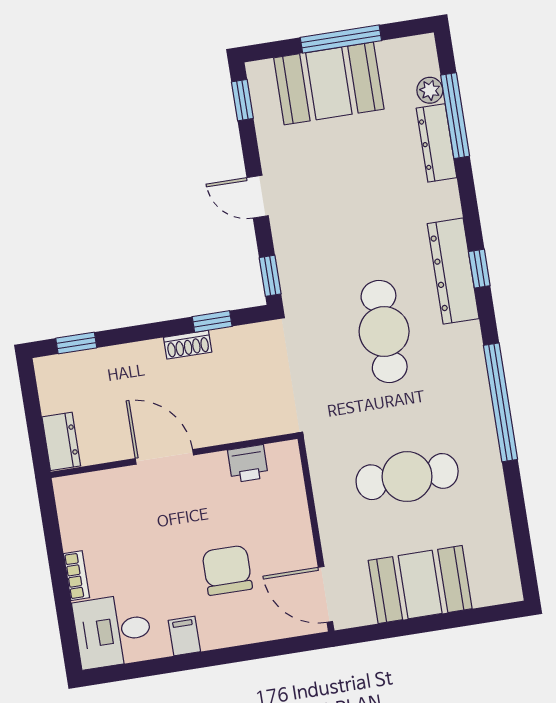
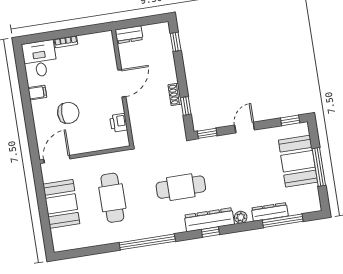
plant: (430, 90) -> (241, 217), moved

